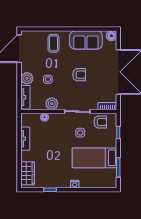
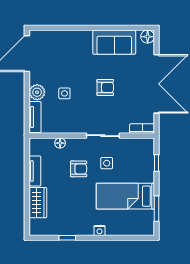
coffee table: (54, 43) -> (72, 46), removed
plant: (52, 104) -> (70, 125), removed
armchair: (100, 122) -> (79, 169), moved
wardrobe: (28, 173) -> (38, 203), moved

